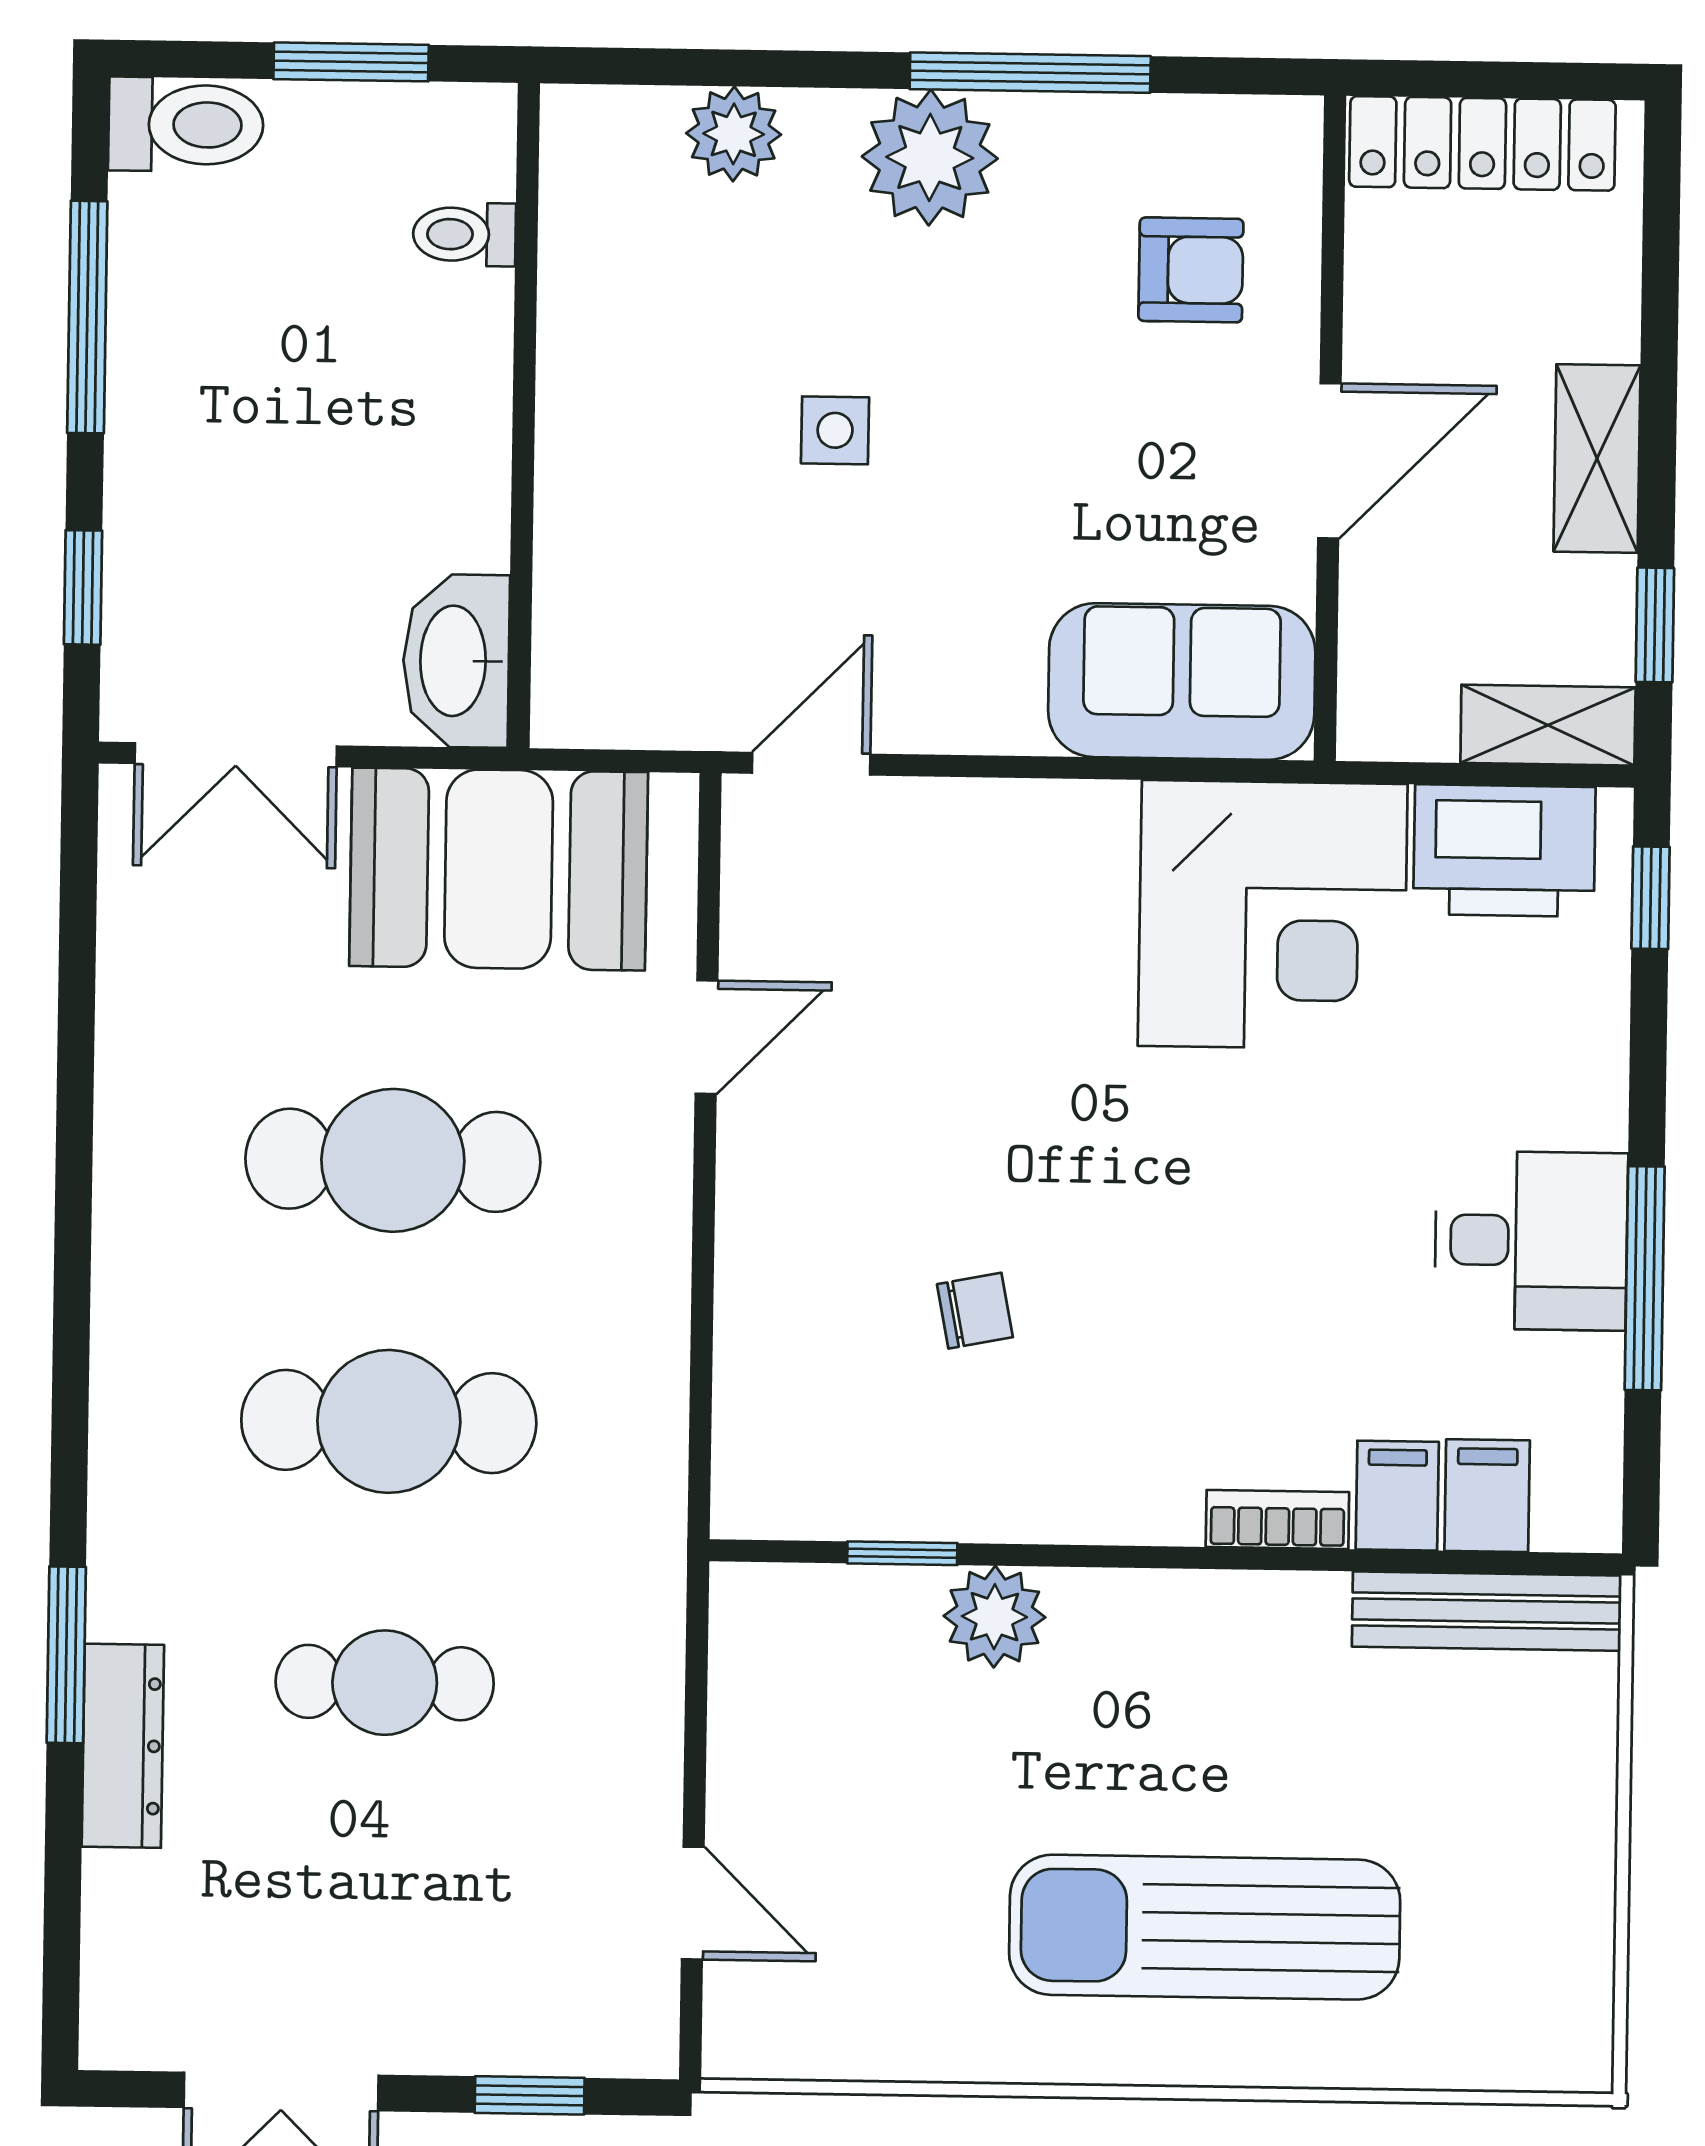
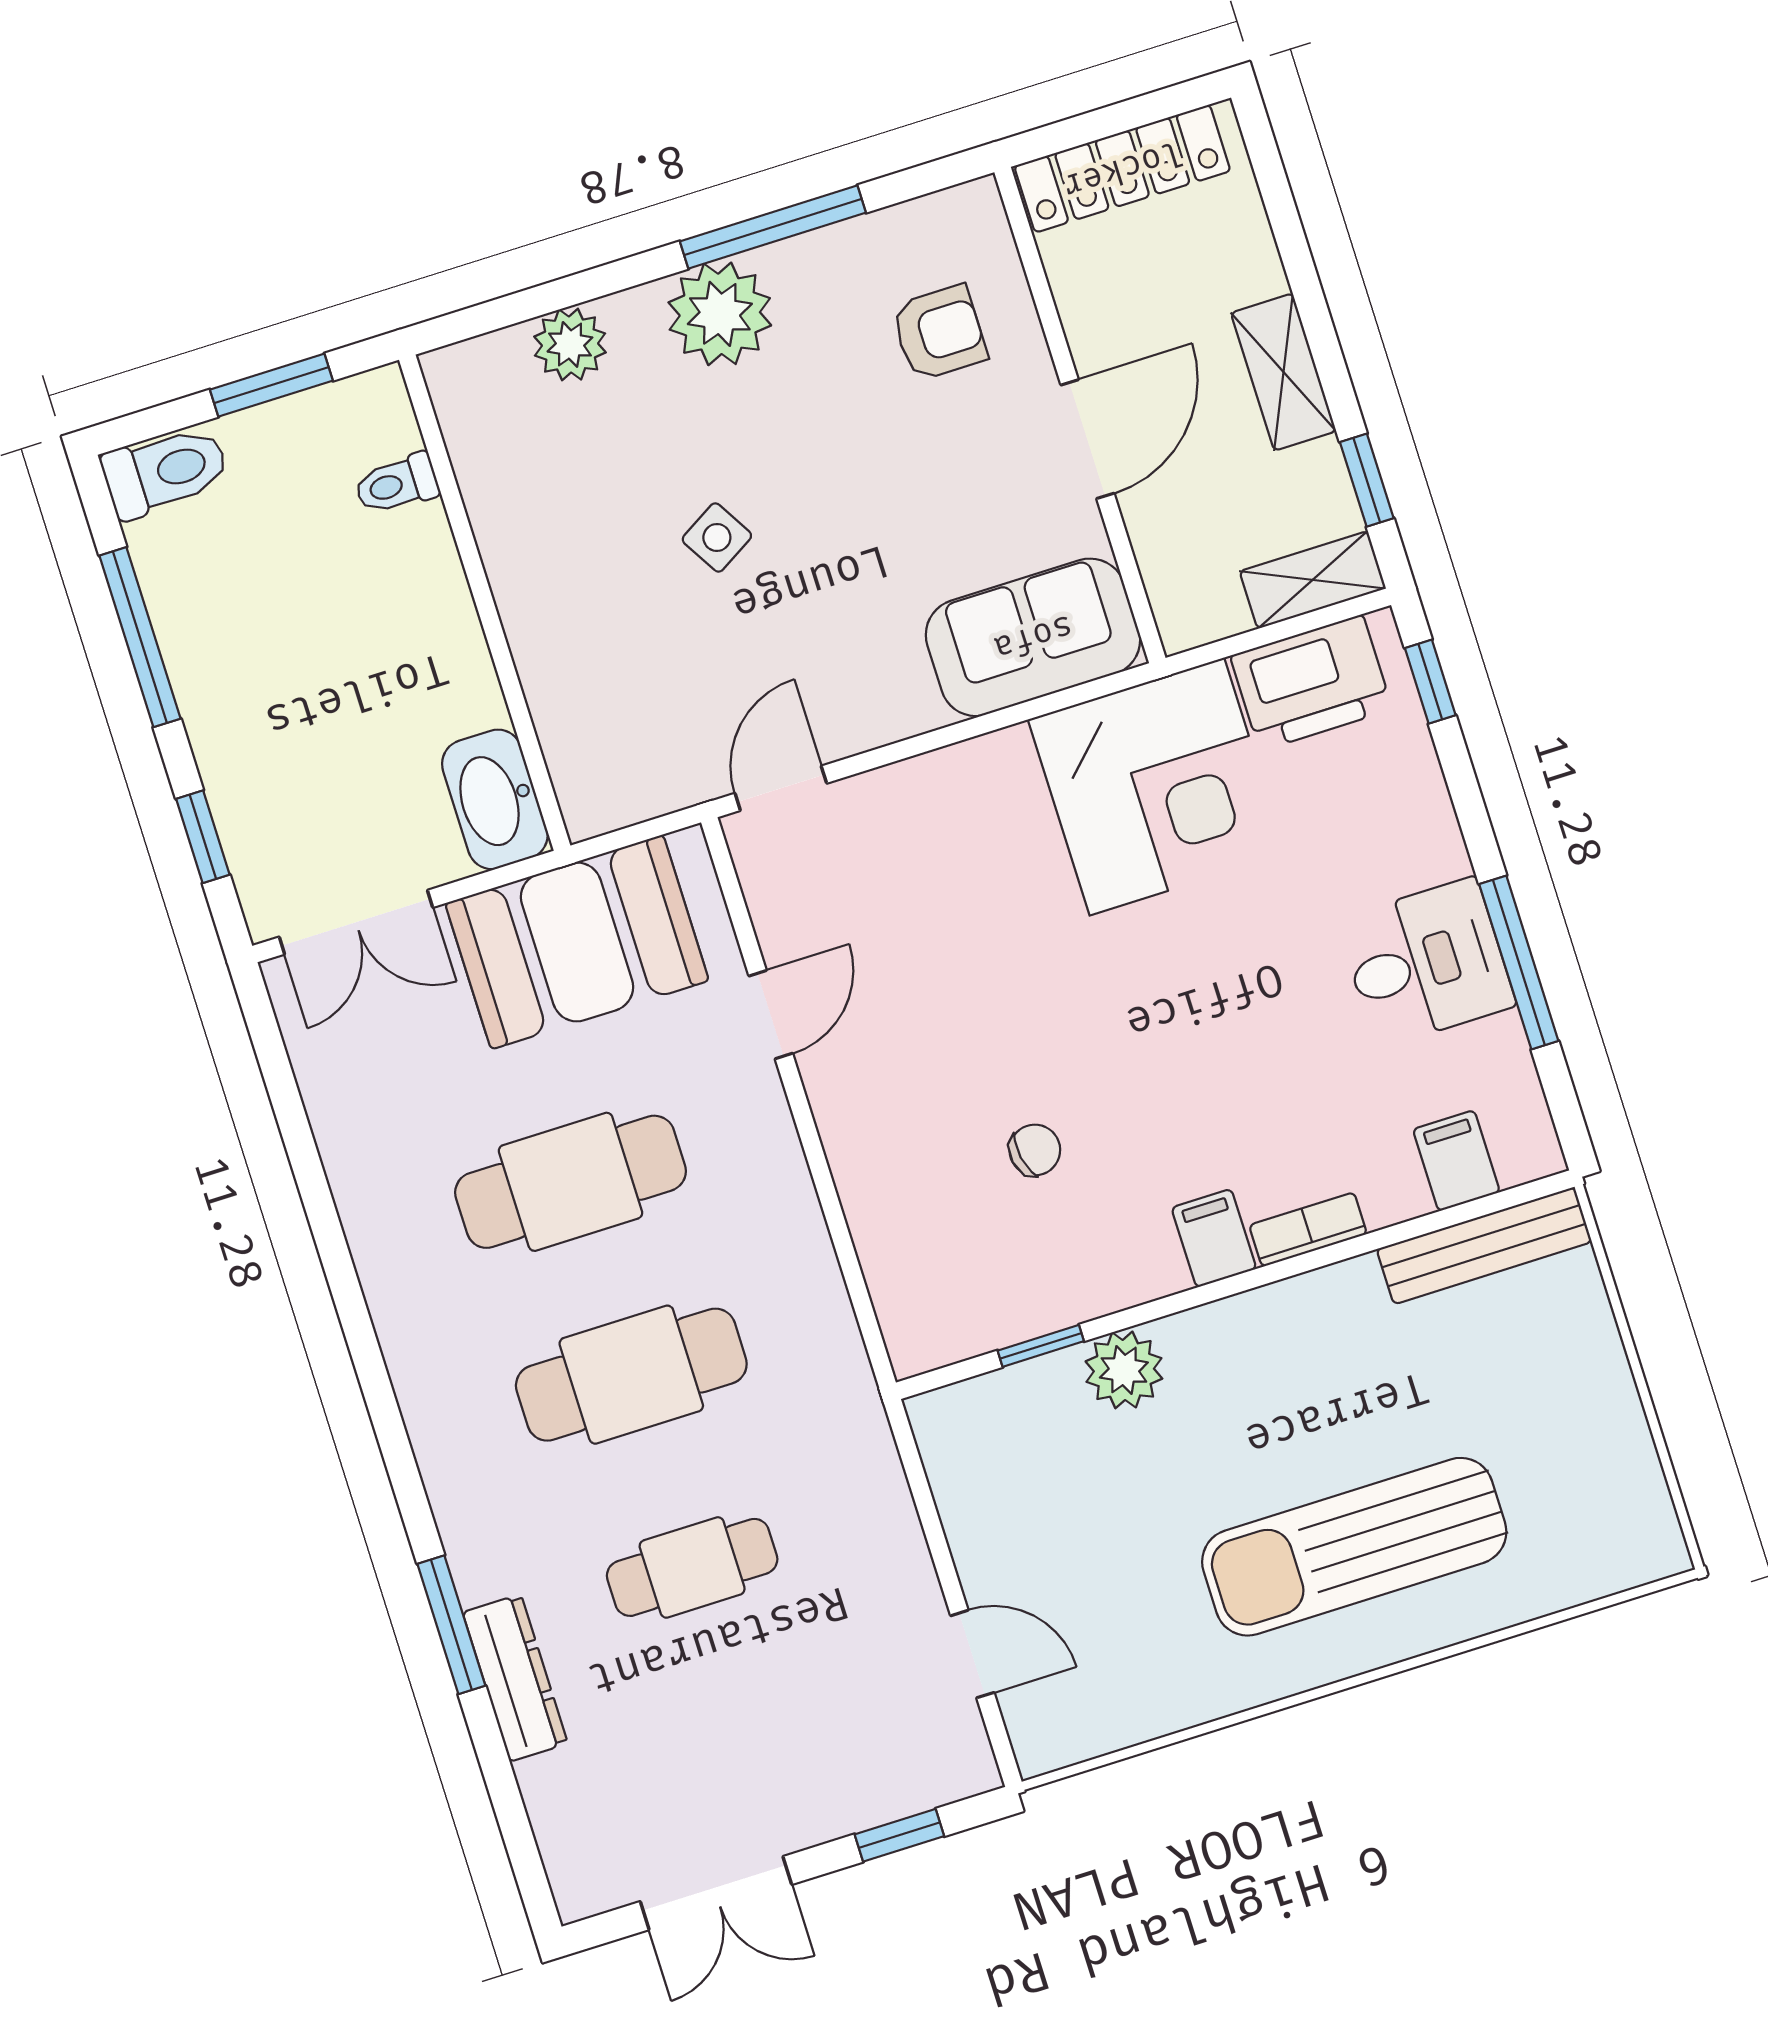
side table: (835, 430) -> (717, 537), turned -31
filing cabinet: (1397, 1496) -> (1214, 1238), moved

